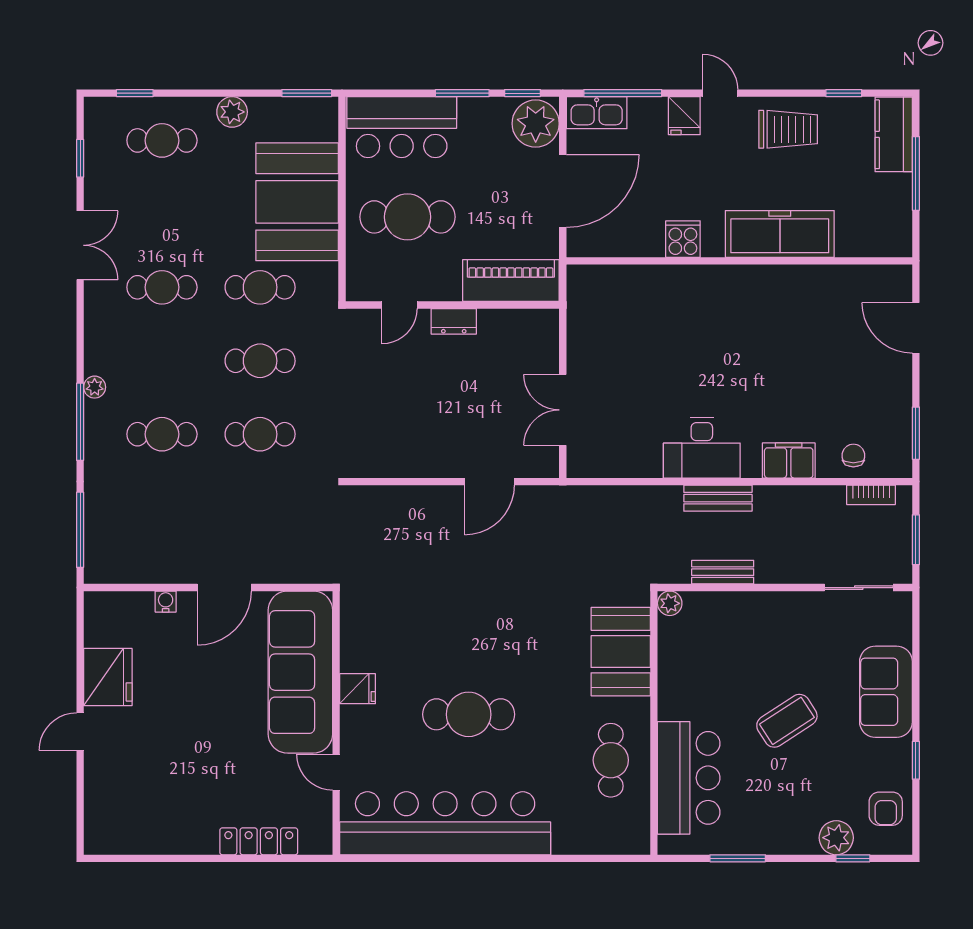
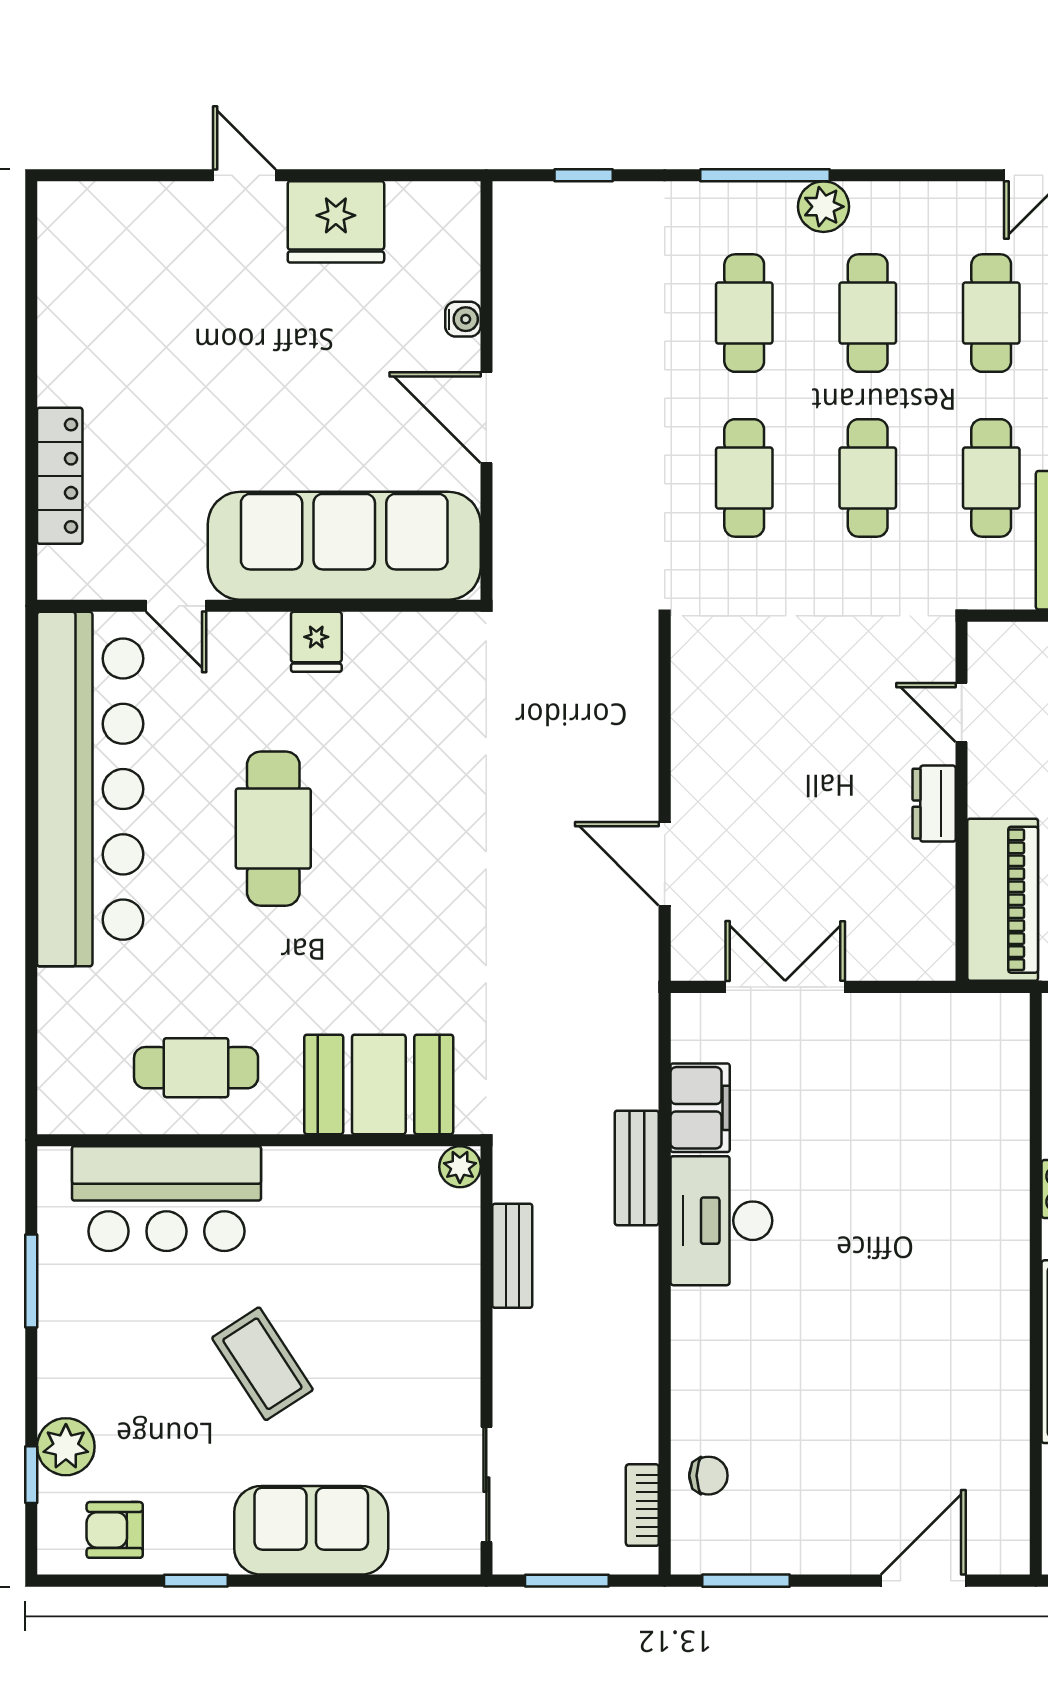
cafe table: (162, 361) -> (868, 313), added
plant: (95, 387) -> (823, 207), width x1.38, depth x1.38
filing cabinet: (789, 460) -> (700, 1108), moved
bench: (718, 498) -> (637, 1168), moved
window: (80, 530) -> (584, 175), width x0.46
door: (336, 772) -> (176, 606), swing flipped

